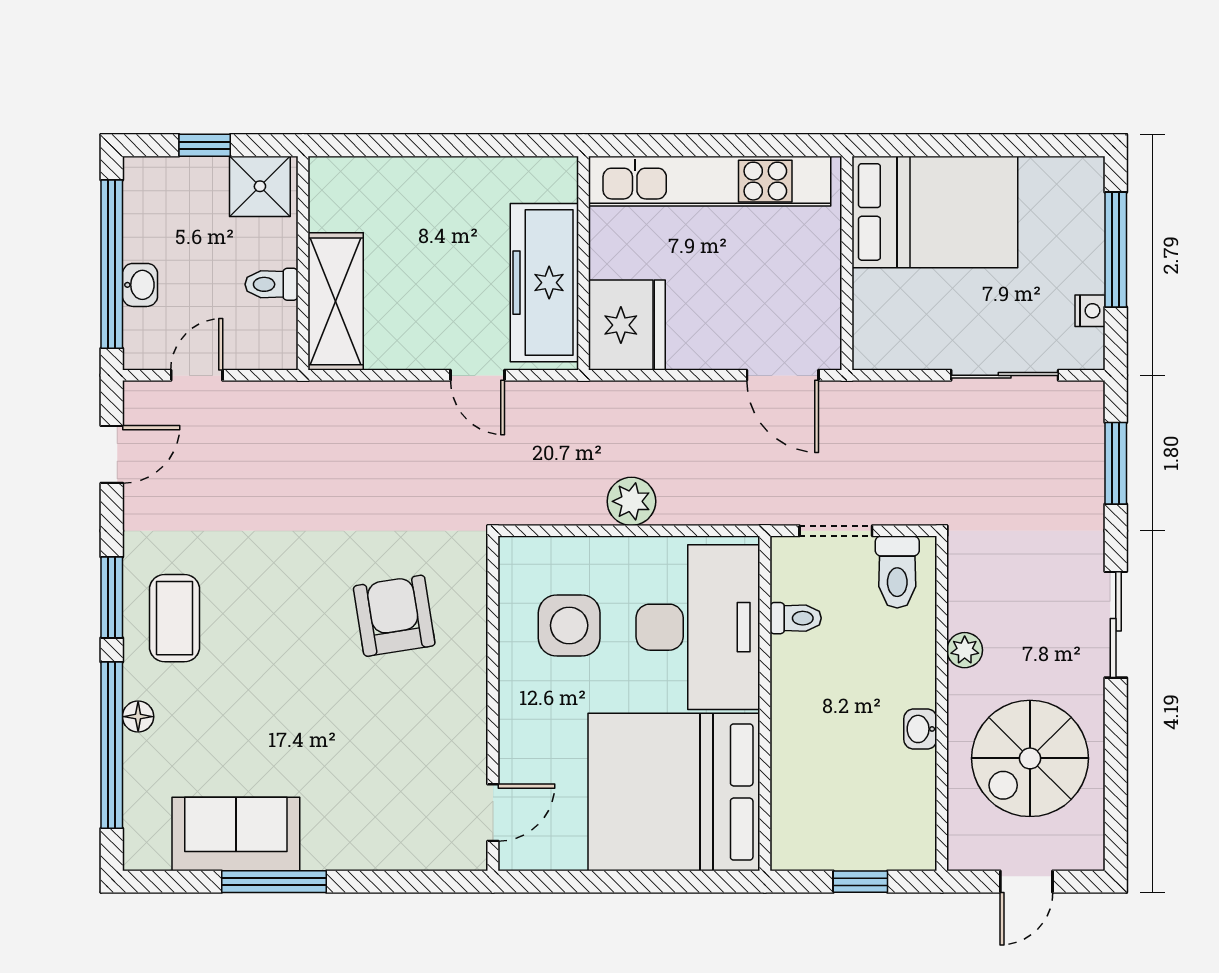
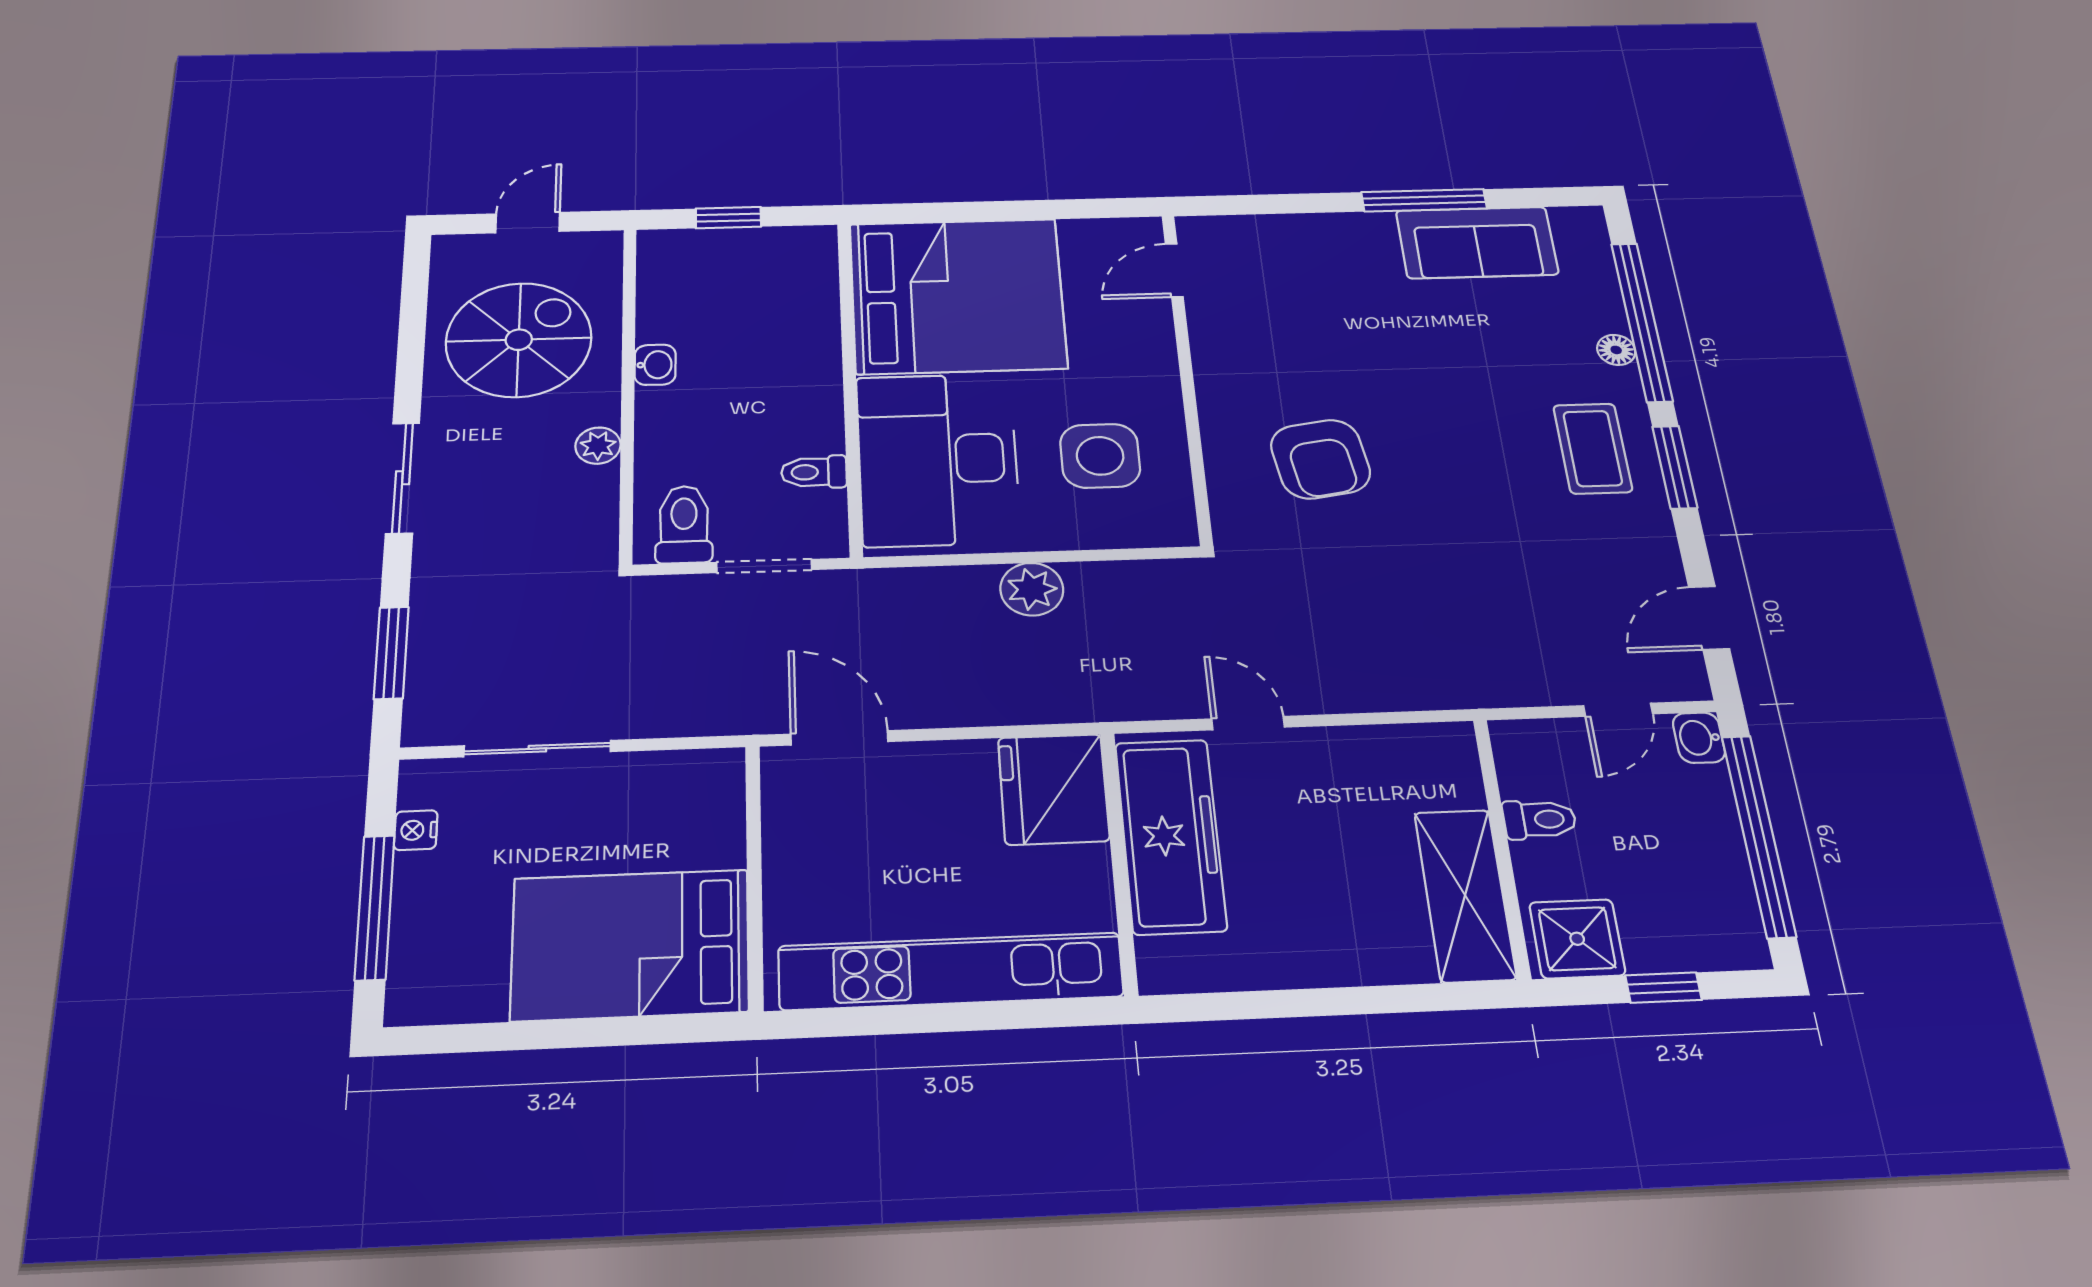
washbasin: (140, 285) -> (1699, 738), moved
shelving: (336, 301) -> (1465, 895), moved

